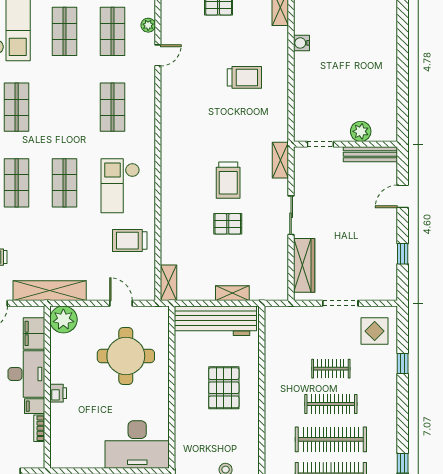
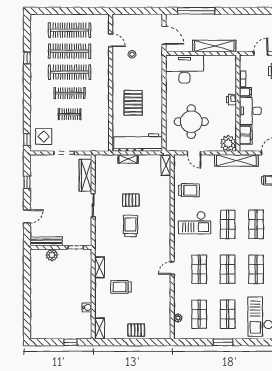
door: (158, 55) -> (172, 268), moved
shop shelf: (65, 107) -> (228, 269), added
shelving: (280, 160) -> (100, 267), moved
checkout: (120, 186) -> (195, 223), turned 90
window: (403, 364) -> (27, 139), moved

